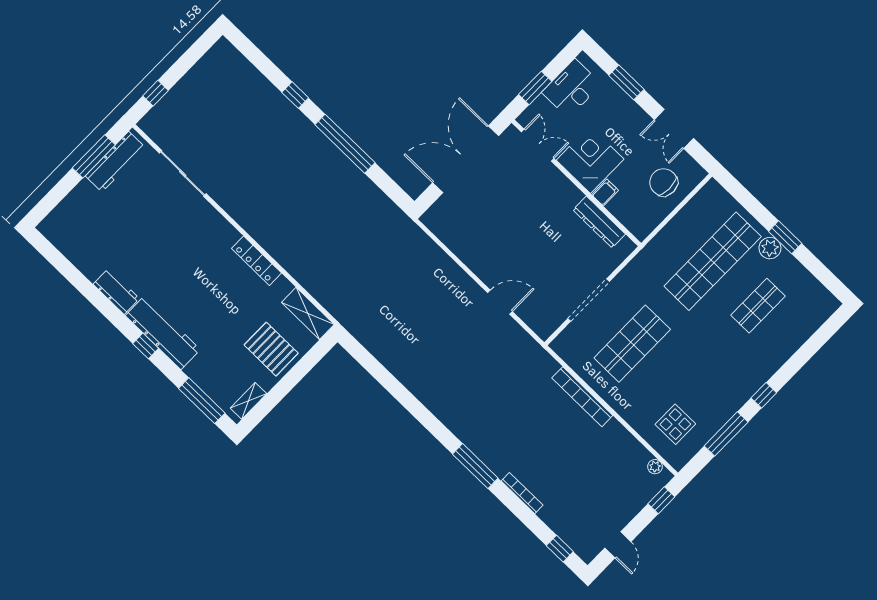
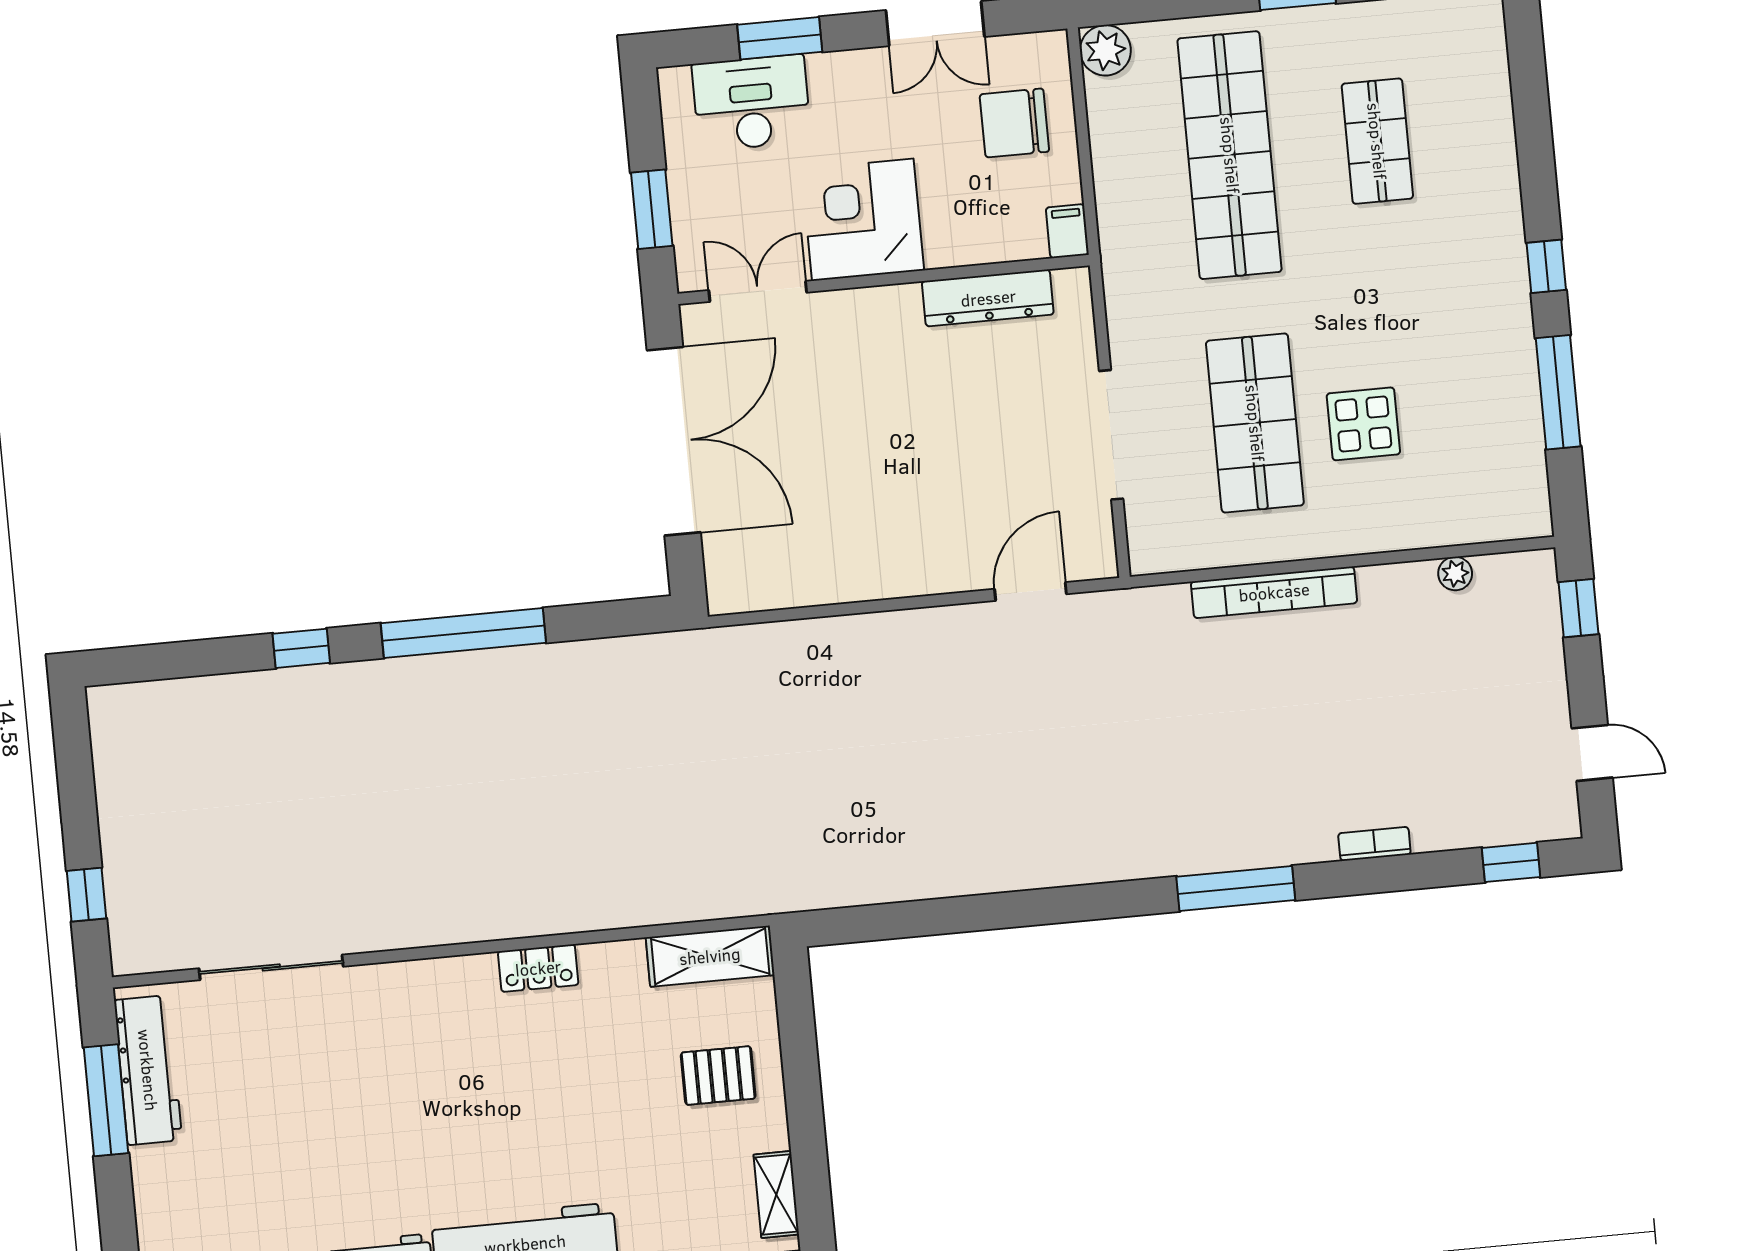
desk: (572, 88) -> (751, 103), moved, turned 90
double door: (466, 159) -> (674, 441), swing flipped
filing cabinet: (605, 193) -> (1067, 231), moved
plant: (770, 248) -> (1105, 50), moved
locker: (256, 261) -> (538, 968), width x0.66
door: (500, 302) -> (1030, 592), moved
pallet: (271, 349) -> (718, 1076), width x0.67, depth x0.71
display table: (675, 424) -> (1363, 424), moved
plant: (655, 467) -> (1455, 574), moved
bookcase: (522, 493) -> (1374, 844), width x0.64

